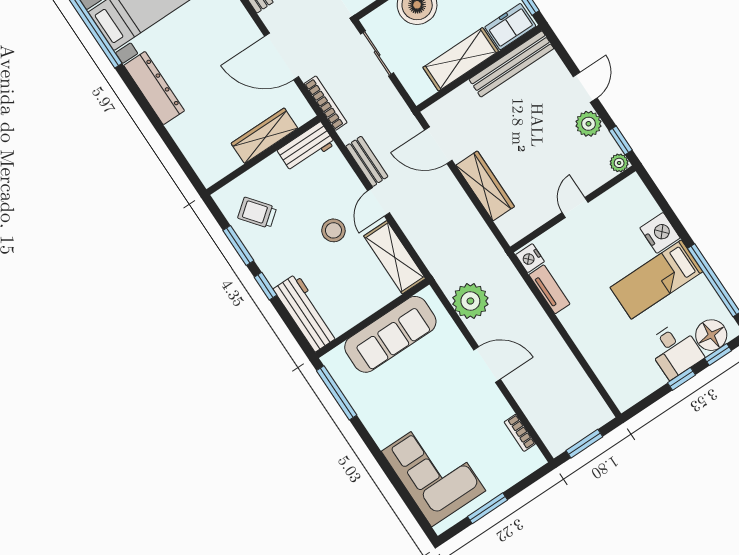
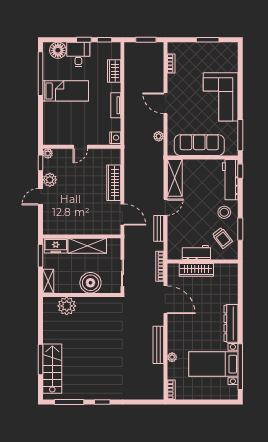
bench: (511, 64) -> (66, 229), removed
workbench: (306, 147) -> (196, 253), moved
stool: (333, 230) -> (224, 212), moved
nightstand: (660, 233) -> (50, 110), removed
window: (266, 286) -> (240, 171), moved
tv unit: (549, 289) -> (116, 105), moved
plant: (470, 301) -> (159, 136), width x0.53, depth x0.53
window: (718, 355) -> (104, 40), moved
wardrobe: (601, 361) -> (114, 71), added
corner sofa: (433, 471) -> (221, 97), moved

